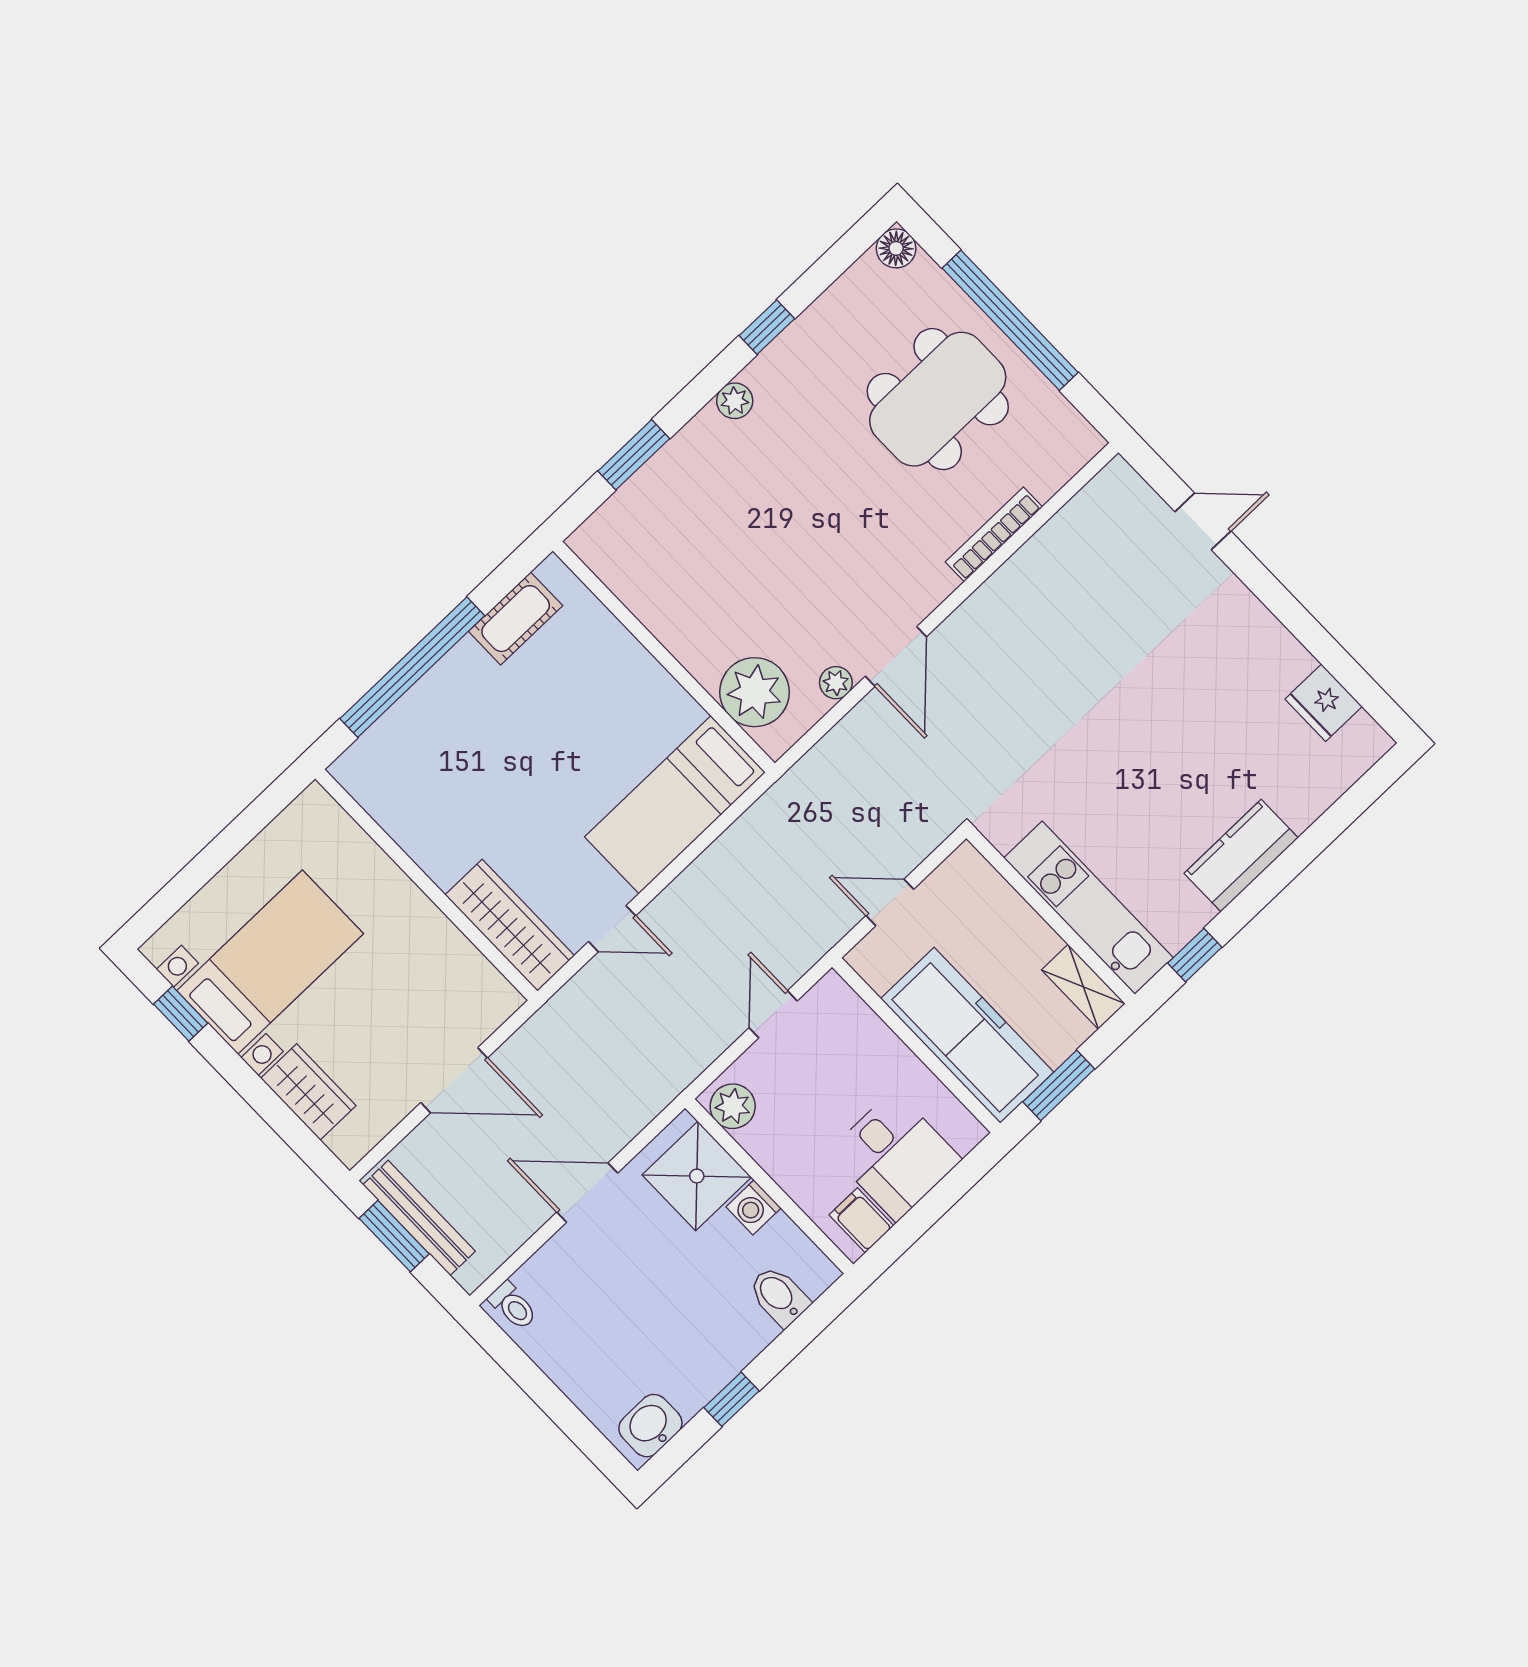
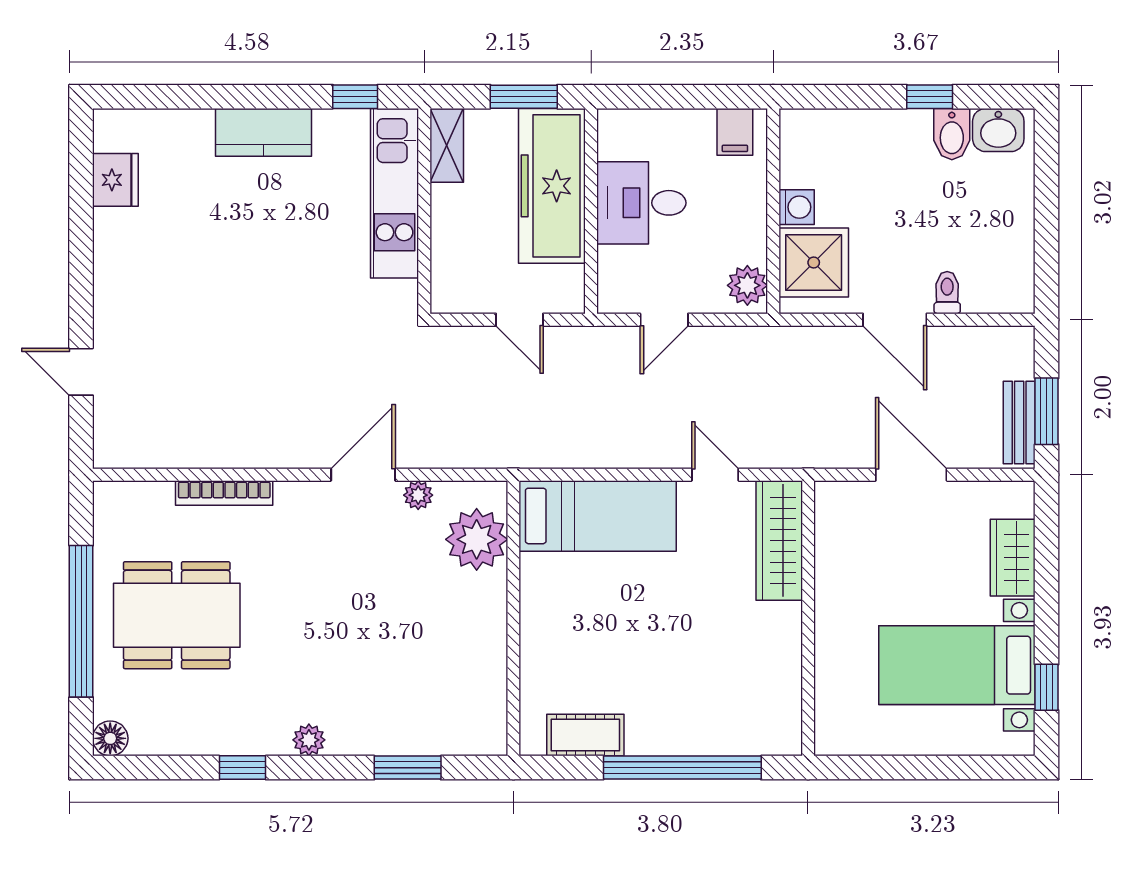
desk: (895, 1155) -> (641, 203), moved, turned -90
bench: (419, 1218) -> (1019, 423), width x0.73
bidet: (779, 1296) -> (952, 134), moved
toilet: (513, 1306) -> (947, 293), moved

